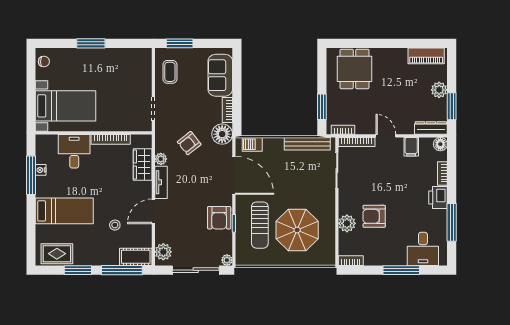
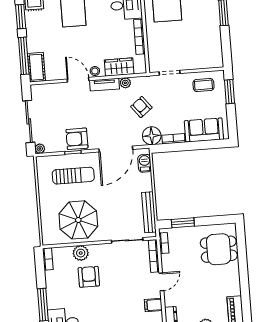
stool: (115, 225) -> (95, 71), moved
sun lounger: (260, 225) -> (73, 176), turned 180
parasol: (297, 230) -> (78, 220), moved
plant: (163, 252) -> (43, 91), removed

